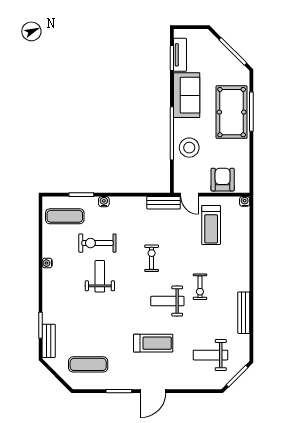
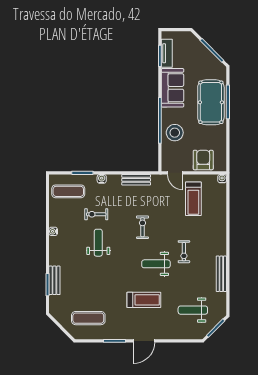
bench: (164, 203) -> (136, 180), moved
exercise bike: (97, 243) -> (96, 214), width x0.73, depth x0.72
bench: (49, 341) -> (54, 280), moved

